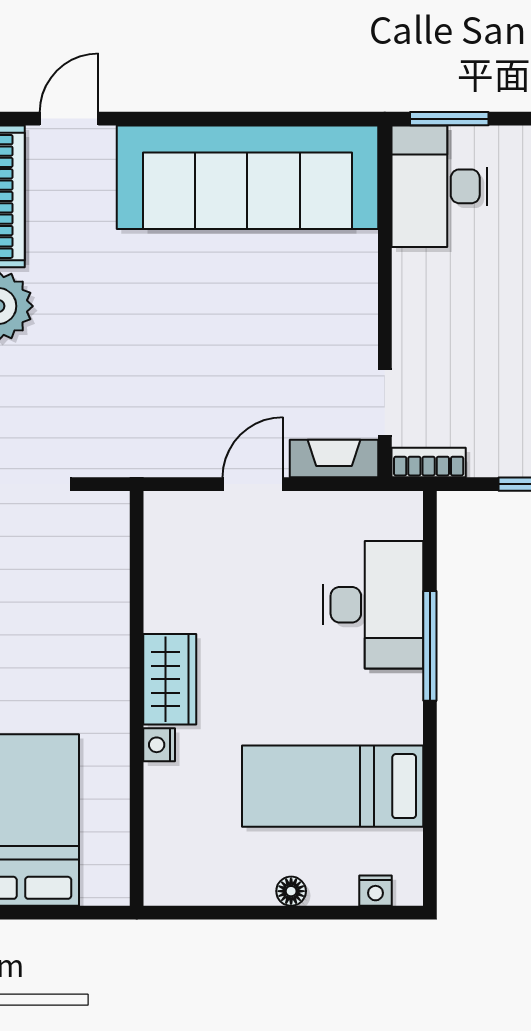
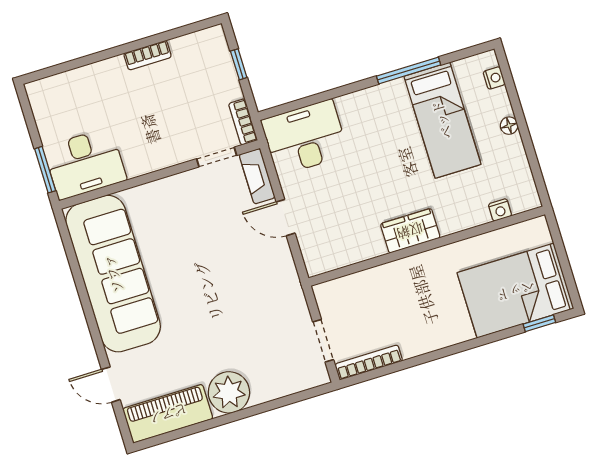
desk: (373, 605) -> (305, 137), moved
window: (430, 646) -> (409, 71), moved
nightstand: (159, 745) -> (500, 210), moved

